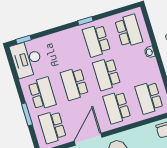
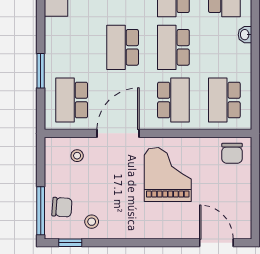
school desk: (42, 94) -> (72, 47), removed
school desk: (117, 107) -> (173, 100), turned 180

